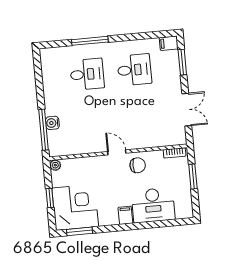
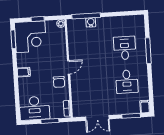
desk: (87, 74) -> (125, 48), turned 180
desk: (153, 205) -> (34, 108), moved, turned -90

